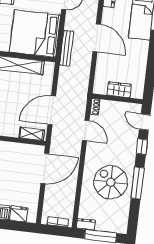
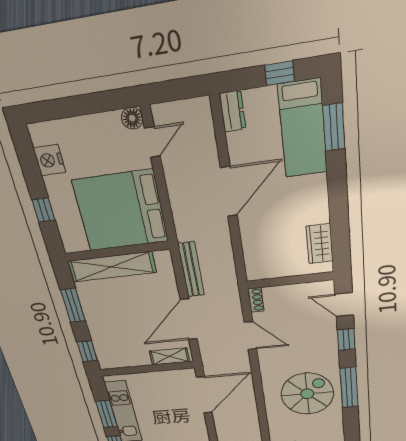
door: (97, 38) -> (229, 192), hinge flipped
bench: (67, 48) -> (191, 269), moved
wardrobe: (119, 90) -> (320, 244), moved, turned -90
spiral stairs: (111, 182) -> (307, 394), turned 90

